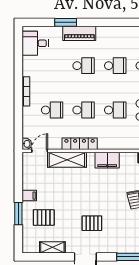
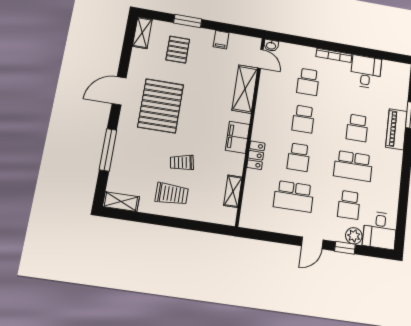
desk: (35, 43) -> (366, 72), moved
school desk: (115, 66) -> (353, 166), width x1.85
locker: (80, 144) -> (256, 155), moved, width x0.66
filing cabinet: (29, 196) -> (221, 40), moved
pallet: (92, 223) -> (161, 106), width x2.05, depth x2.00
shelving: (52, 247) -> (142, 33), moved

